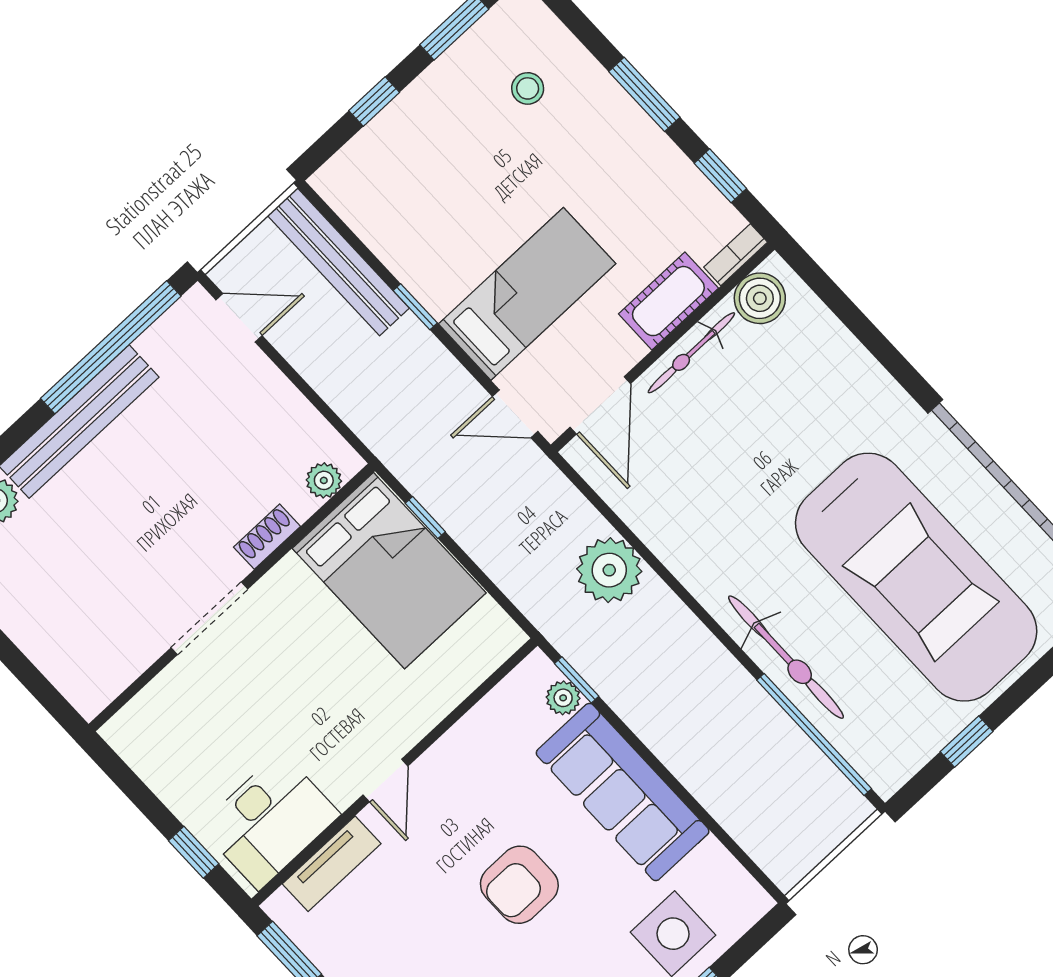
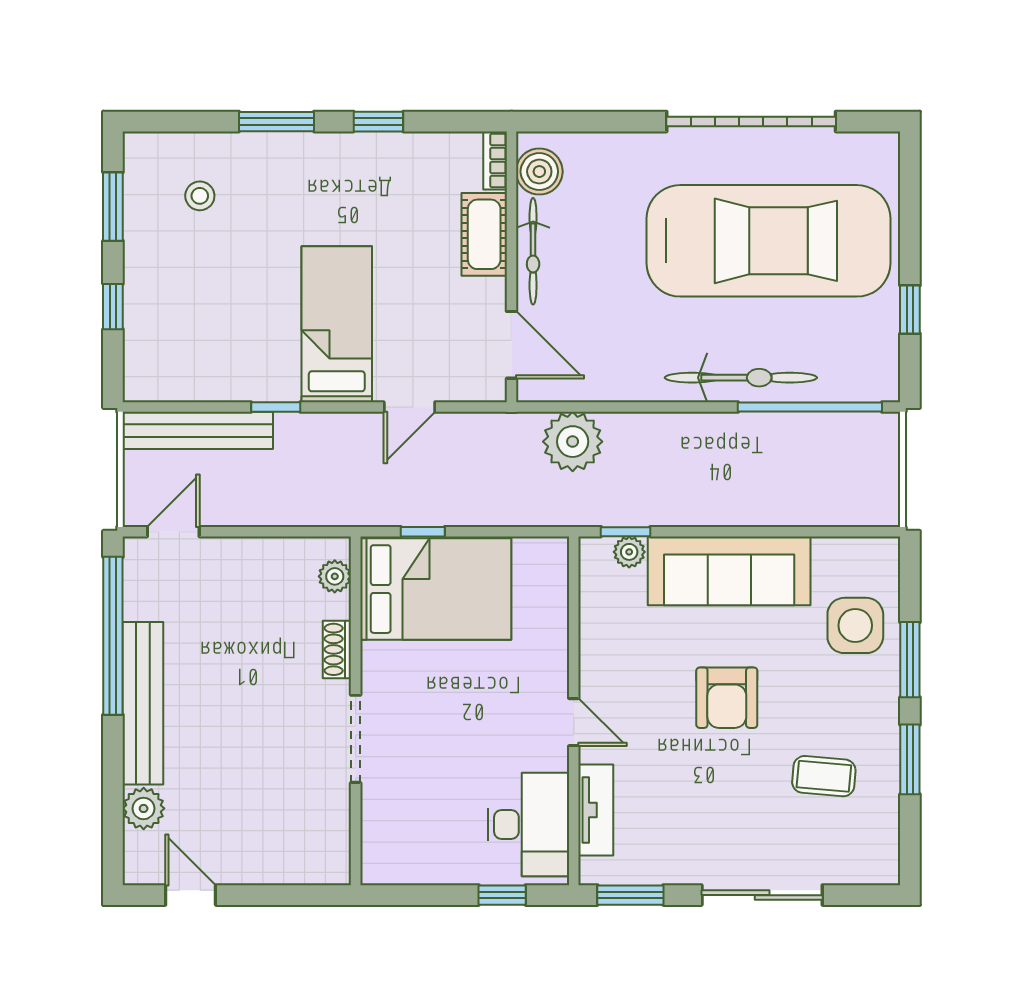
bookcase: (736, 255) -> (495, 160), moved
boiler: (760, 298) -> (539, 172), moved
cot: (668, 301) -> (484, 234), moved
wall: (663, 347) -> (511, 267), moved
bicycle: (691, 353) -> (533, 251), moved
door: (600, 405) -> (511, 345), moved

